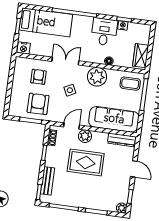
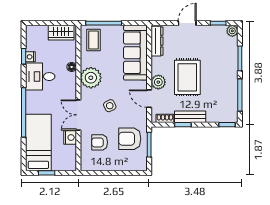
nightstand: (24, 48) -> (70, 138), moved
bench: (48, 181) -> (190, 117), moved

